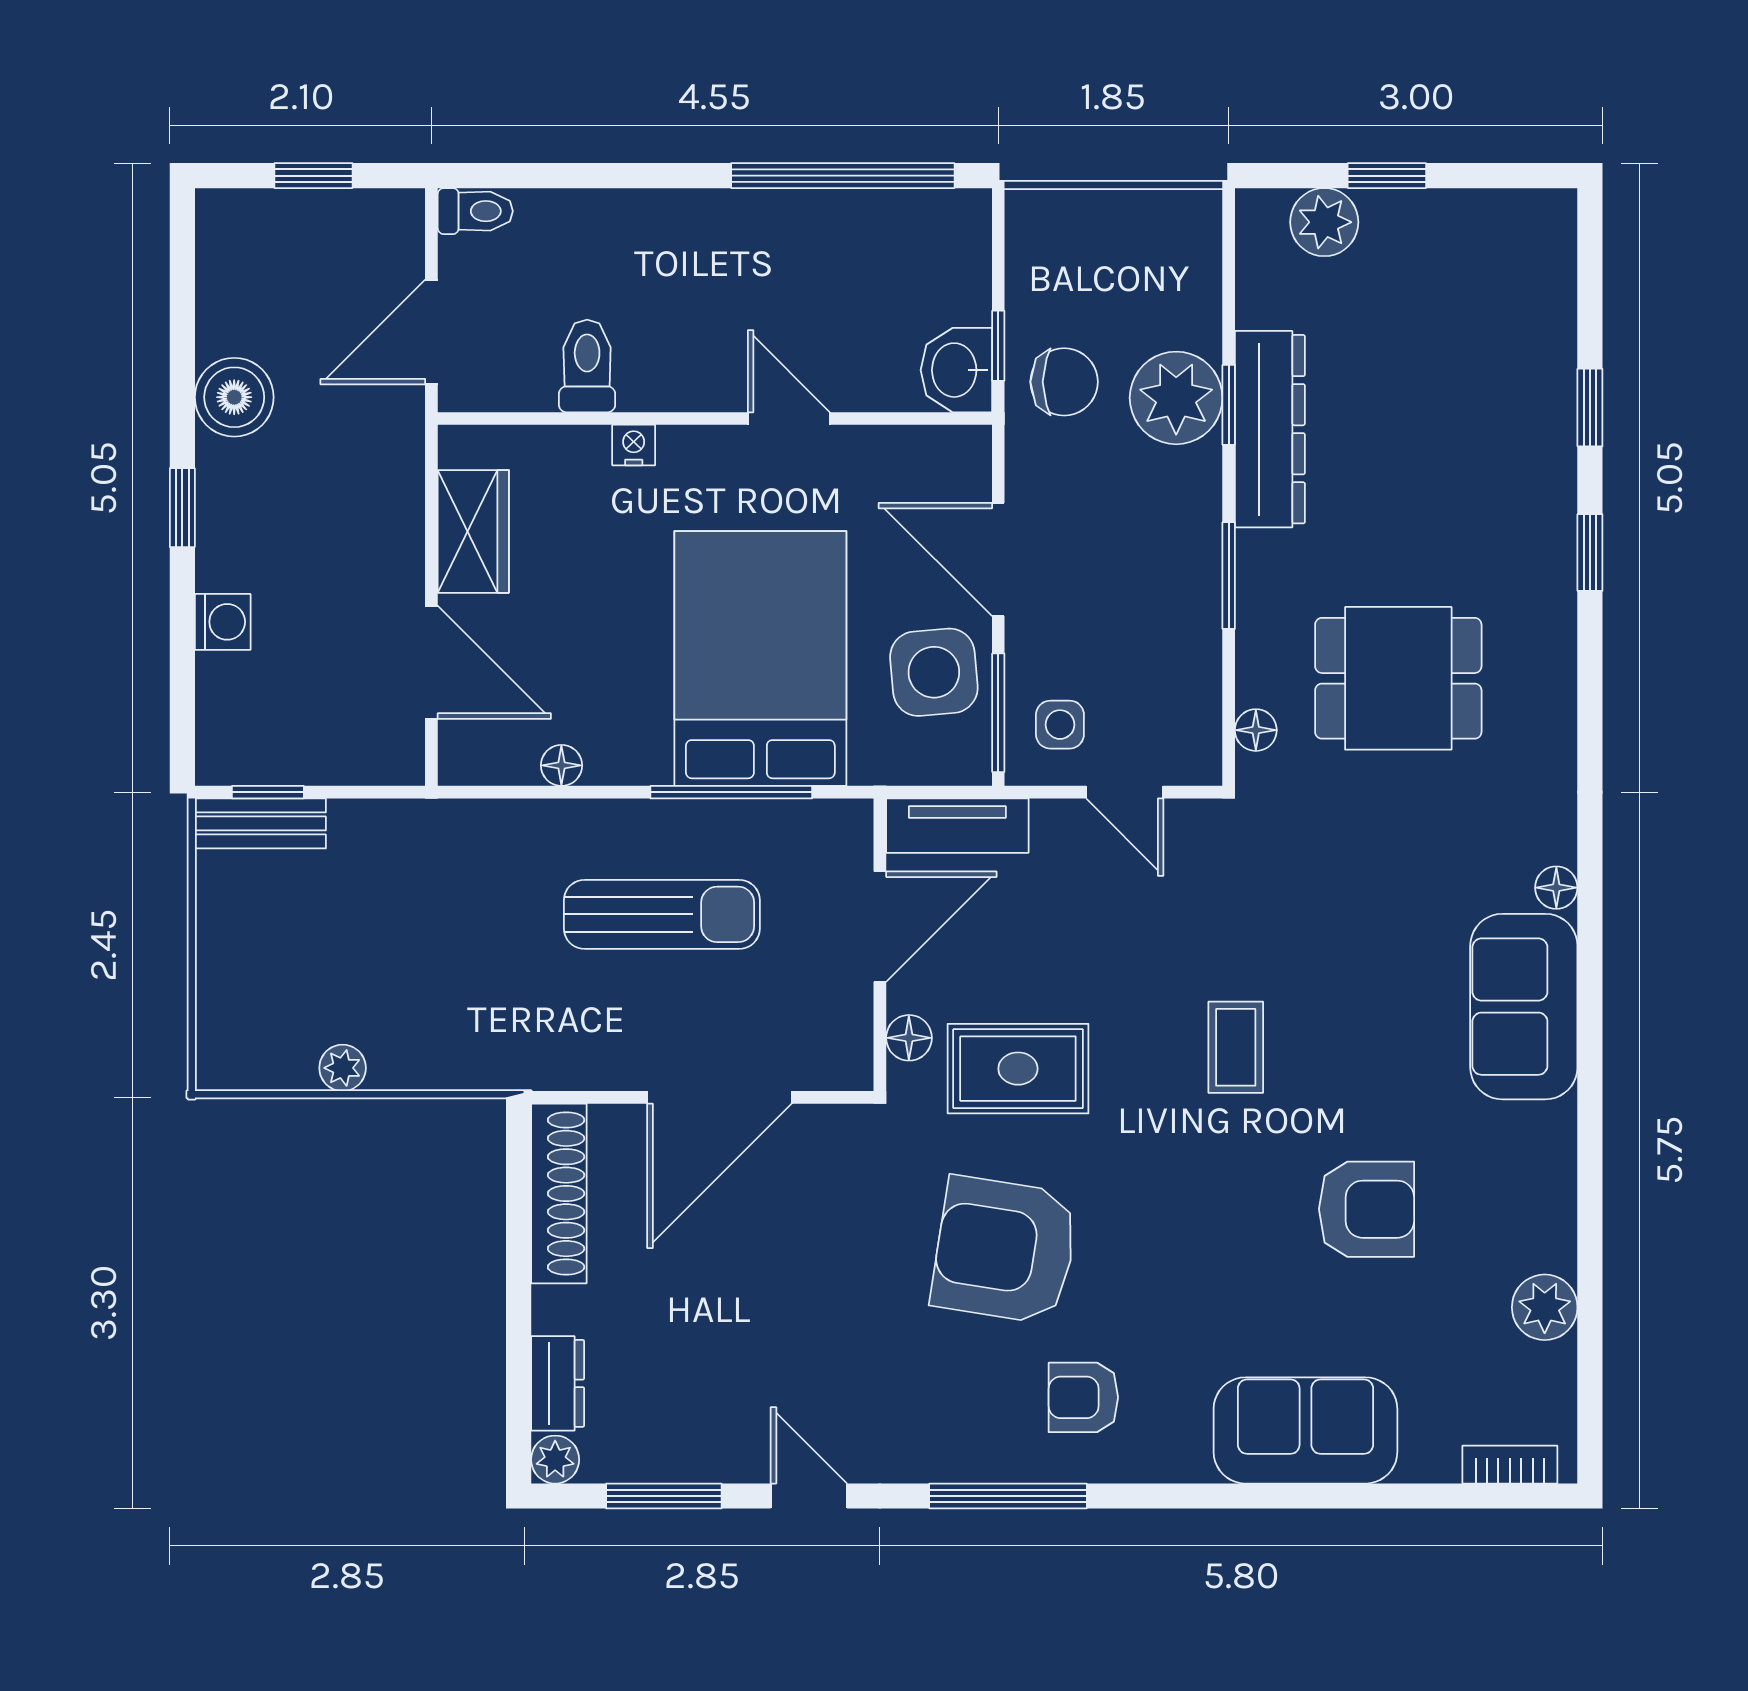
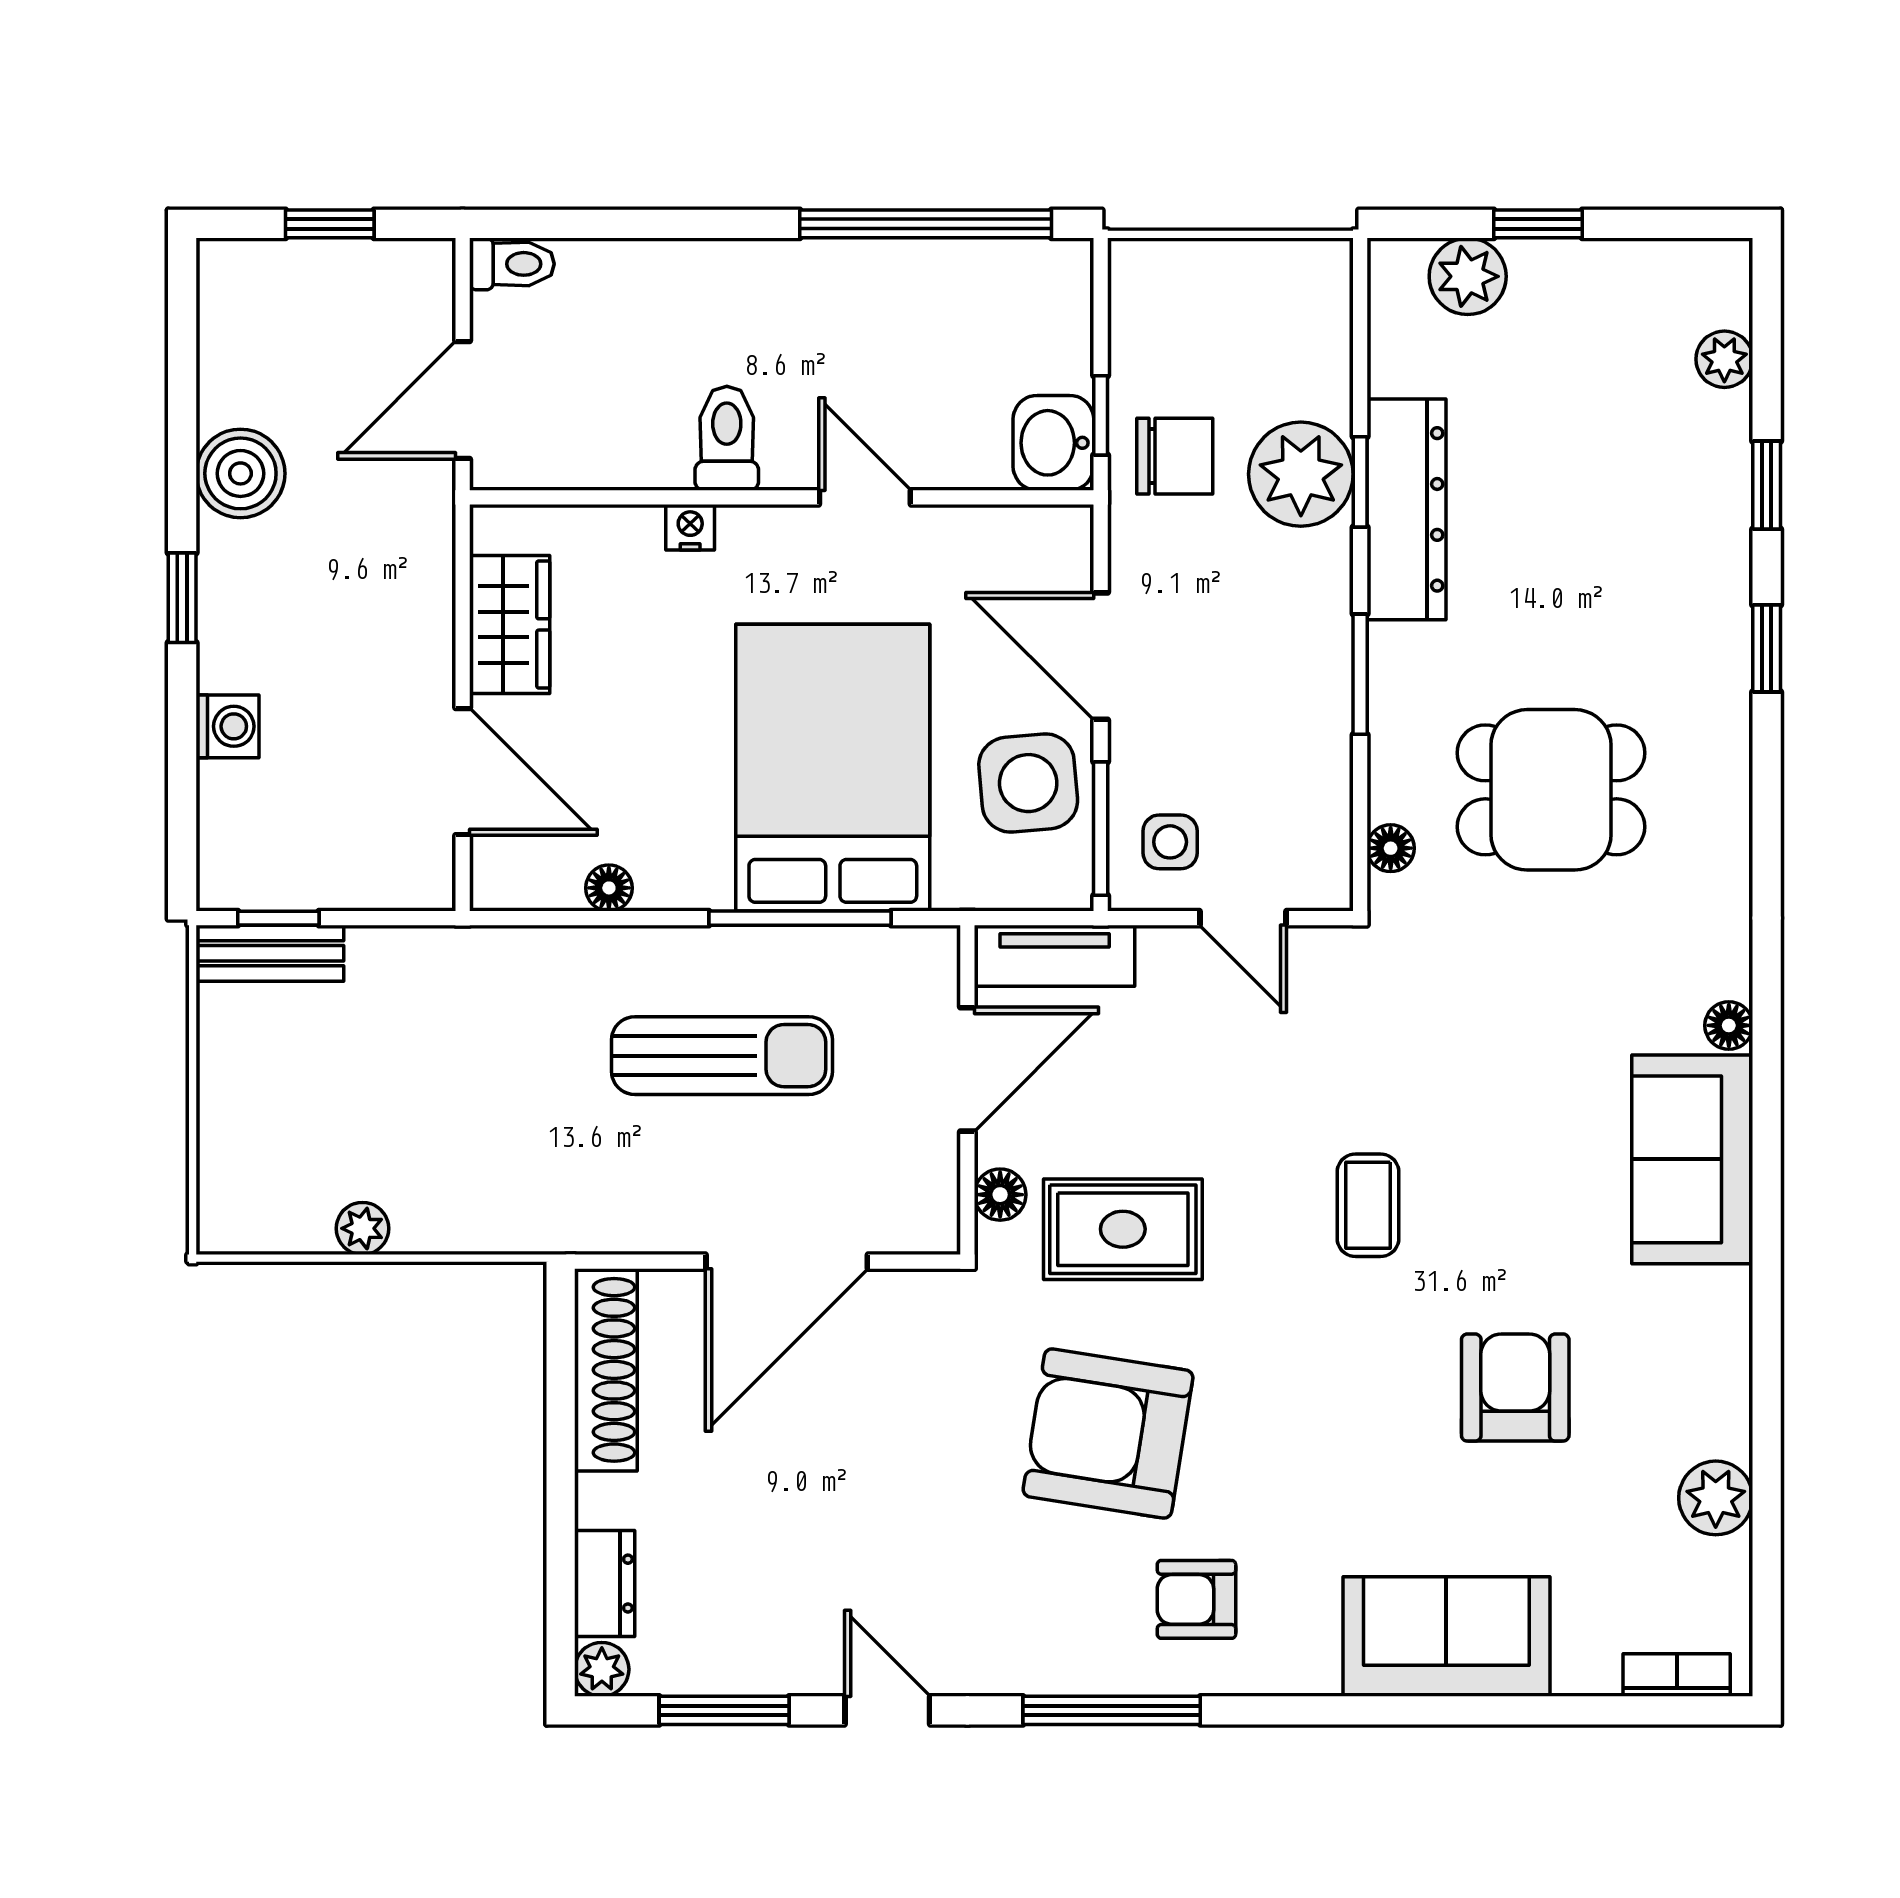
plant: (1552, 296) -> (1724, 359), added
toilet: (587, 366) -> (727, 438), moved
armchair: (1367, 1209) -> (1515, 1388), turned -90

